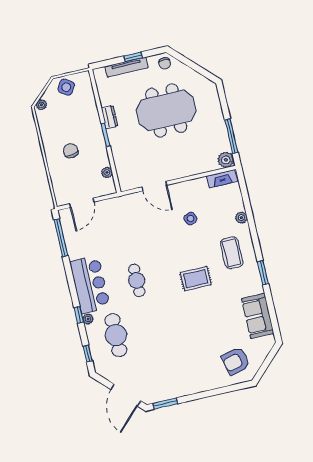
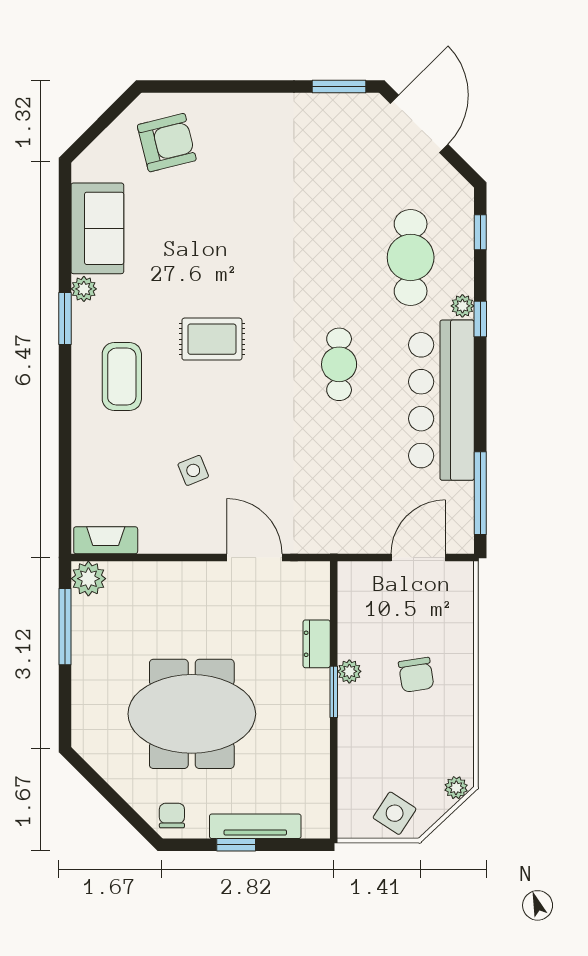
dresser: (109, 117) -> (317, 644), moved
plant: (107, 172) -> (349, 671), moved
plant: (241, 218) -> (84, 289), moved
bar counter: (90, 284) -> (441, 400), width x1.36

